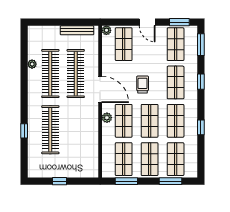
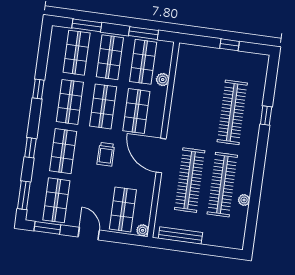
plant: (107, 118) -> (163, 80), moved

